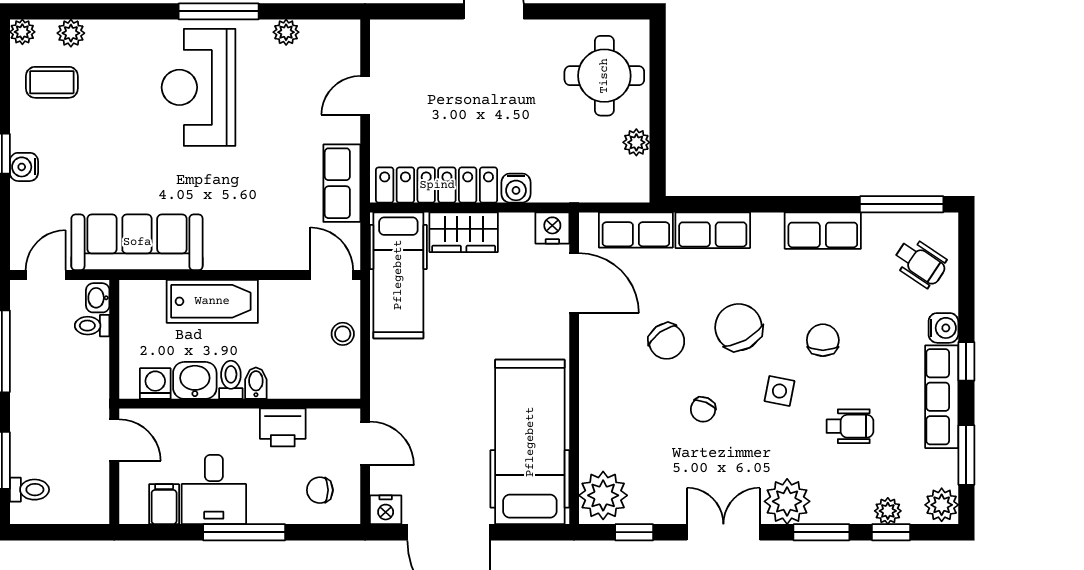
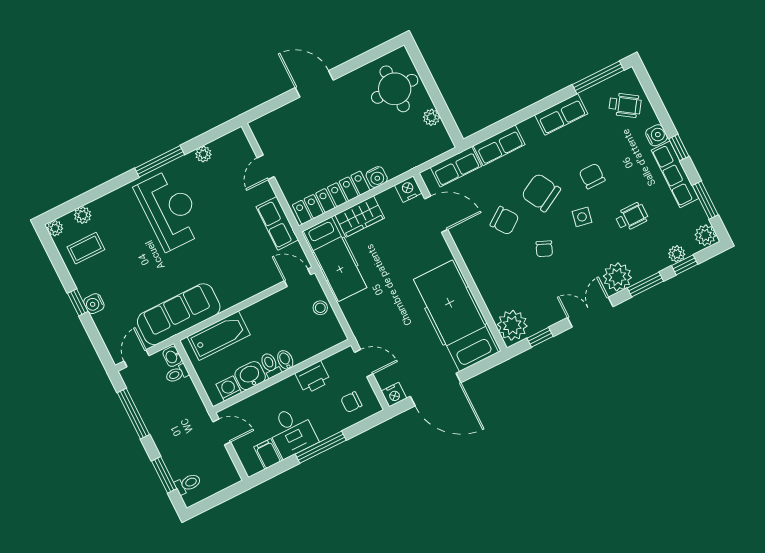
reception desk: (199, 87) -> (170, 210), turned 180
bathtub: (212, 301) -> (219, 336), moved

